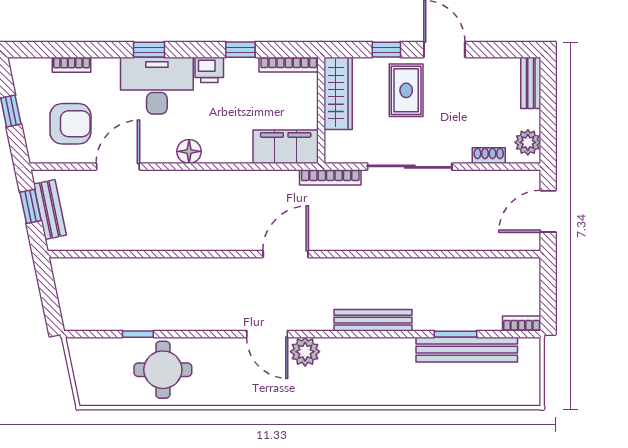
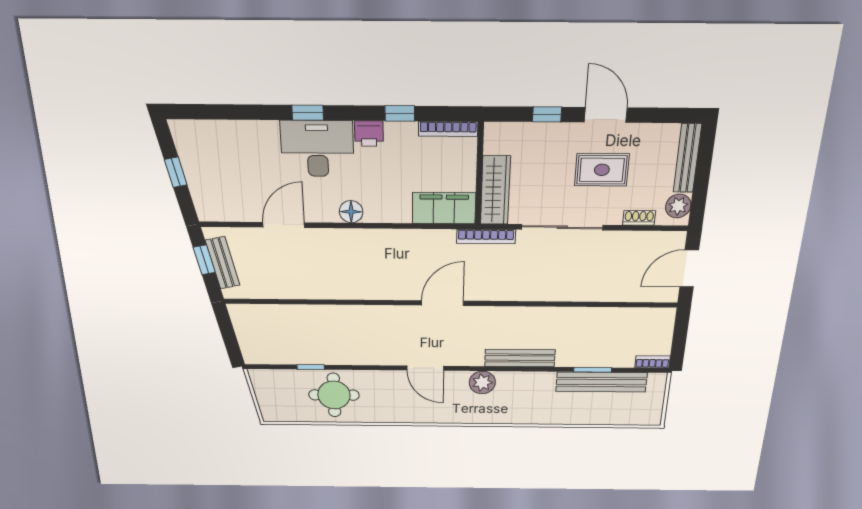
bookcase: (72, 65) -> (231, 127), removed
bench: (531, 83) -> (687, 158), width x1.36
rug: (406, 90) -> (602, 170), moved, turned 90
wardrobe: (338, 93) -> (495, 190), moved
armchair: (70, 124) -> (235, 185), removed
plant: (305, 352) -> (482, 382), moved

